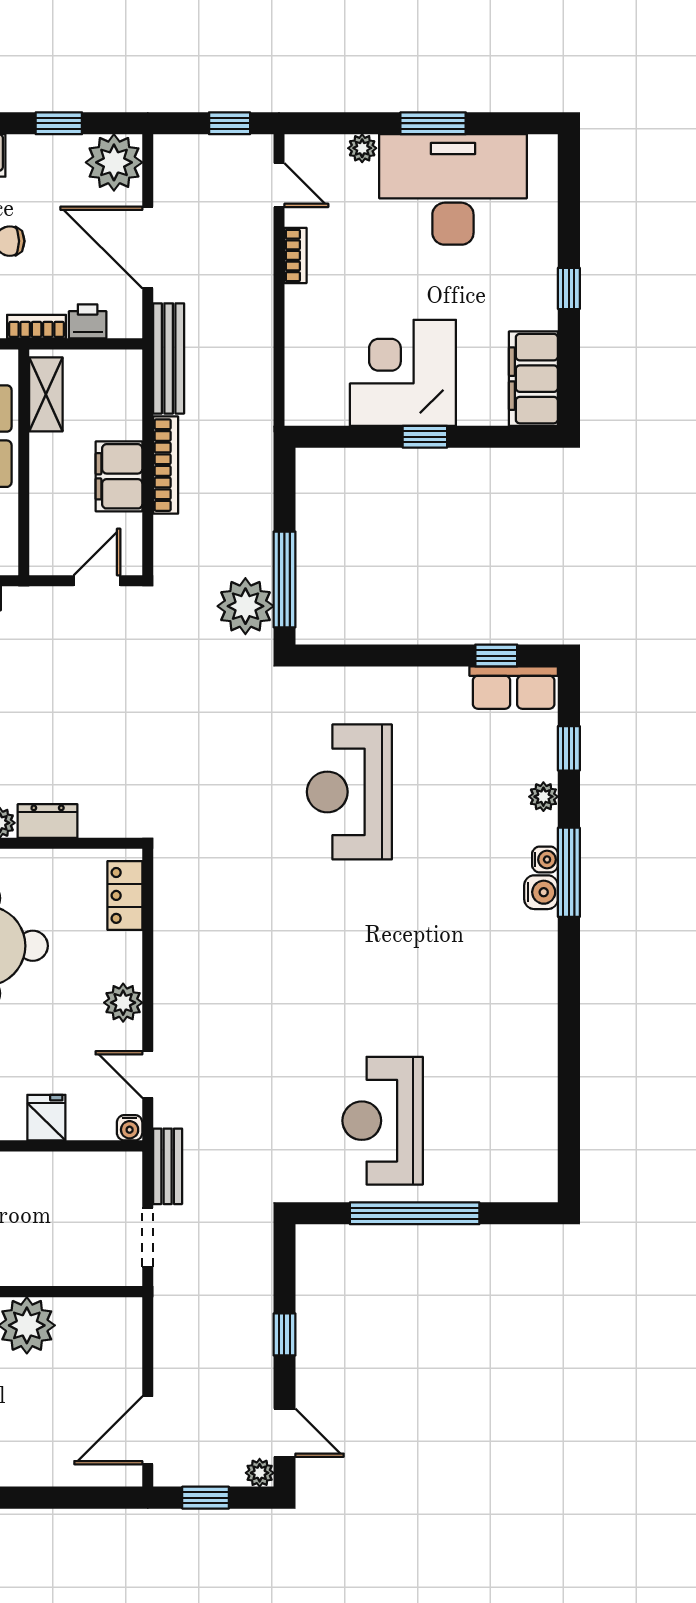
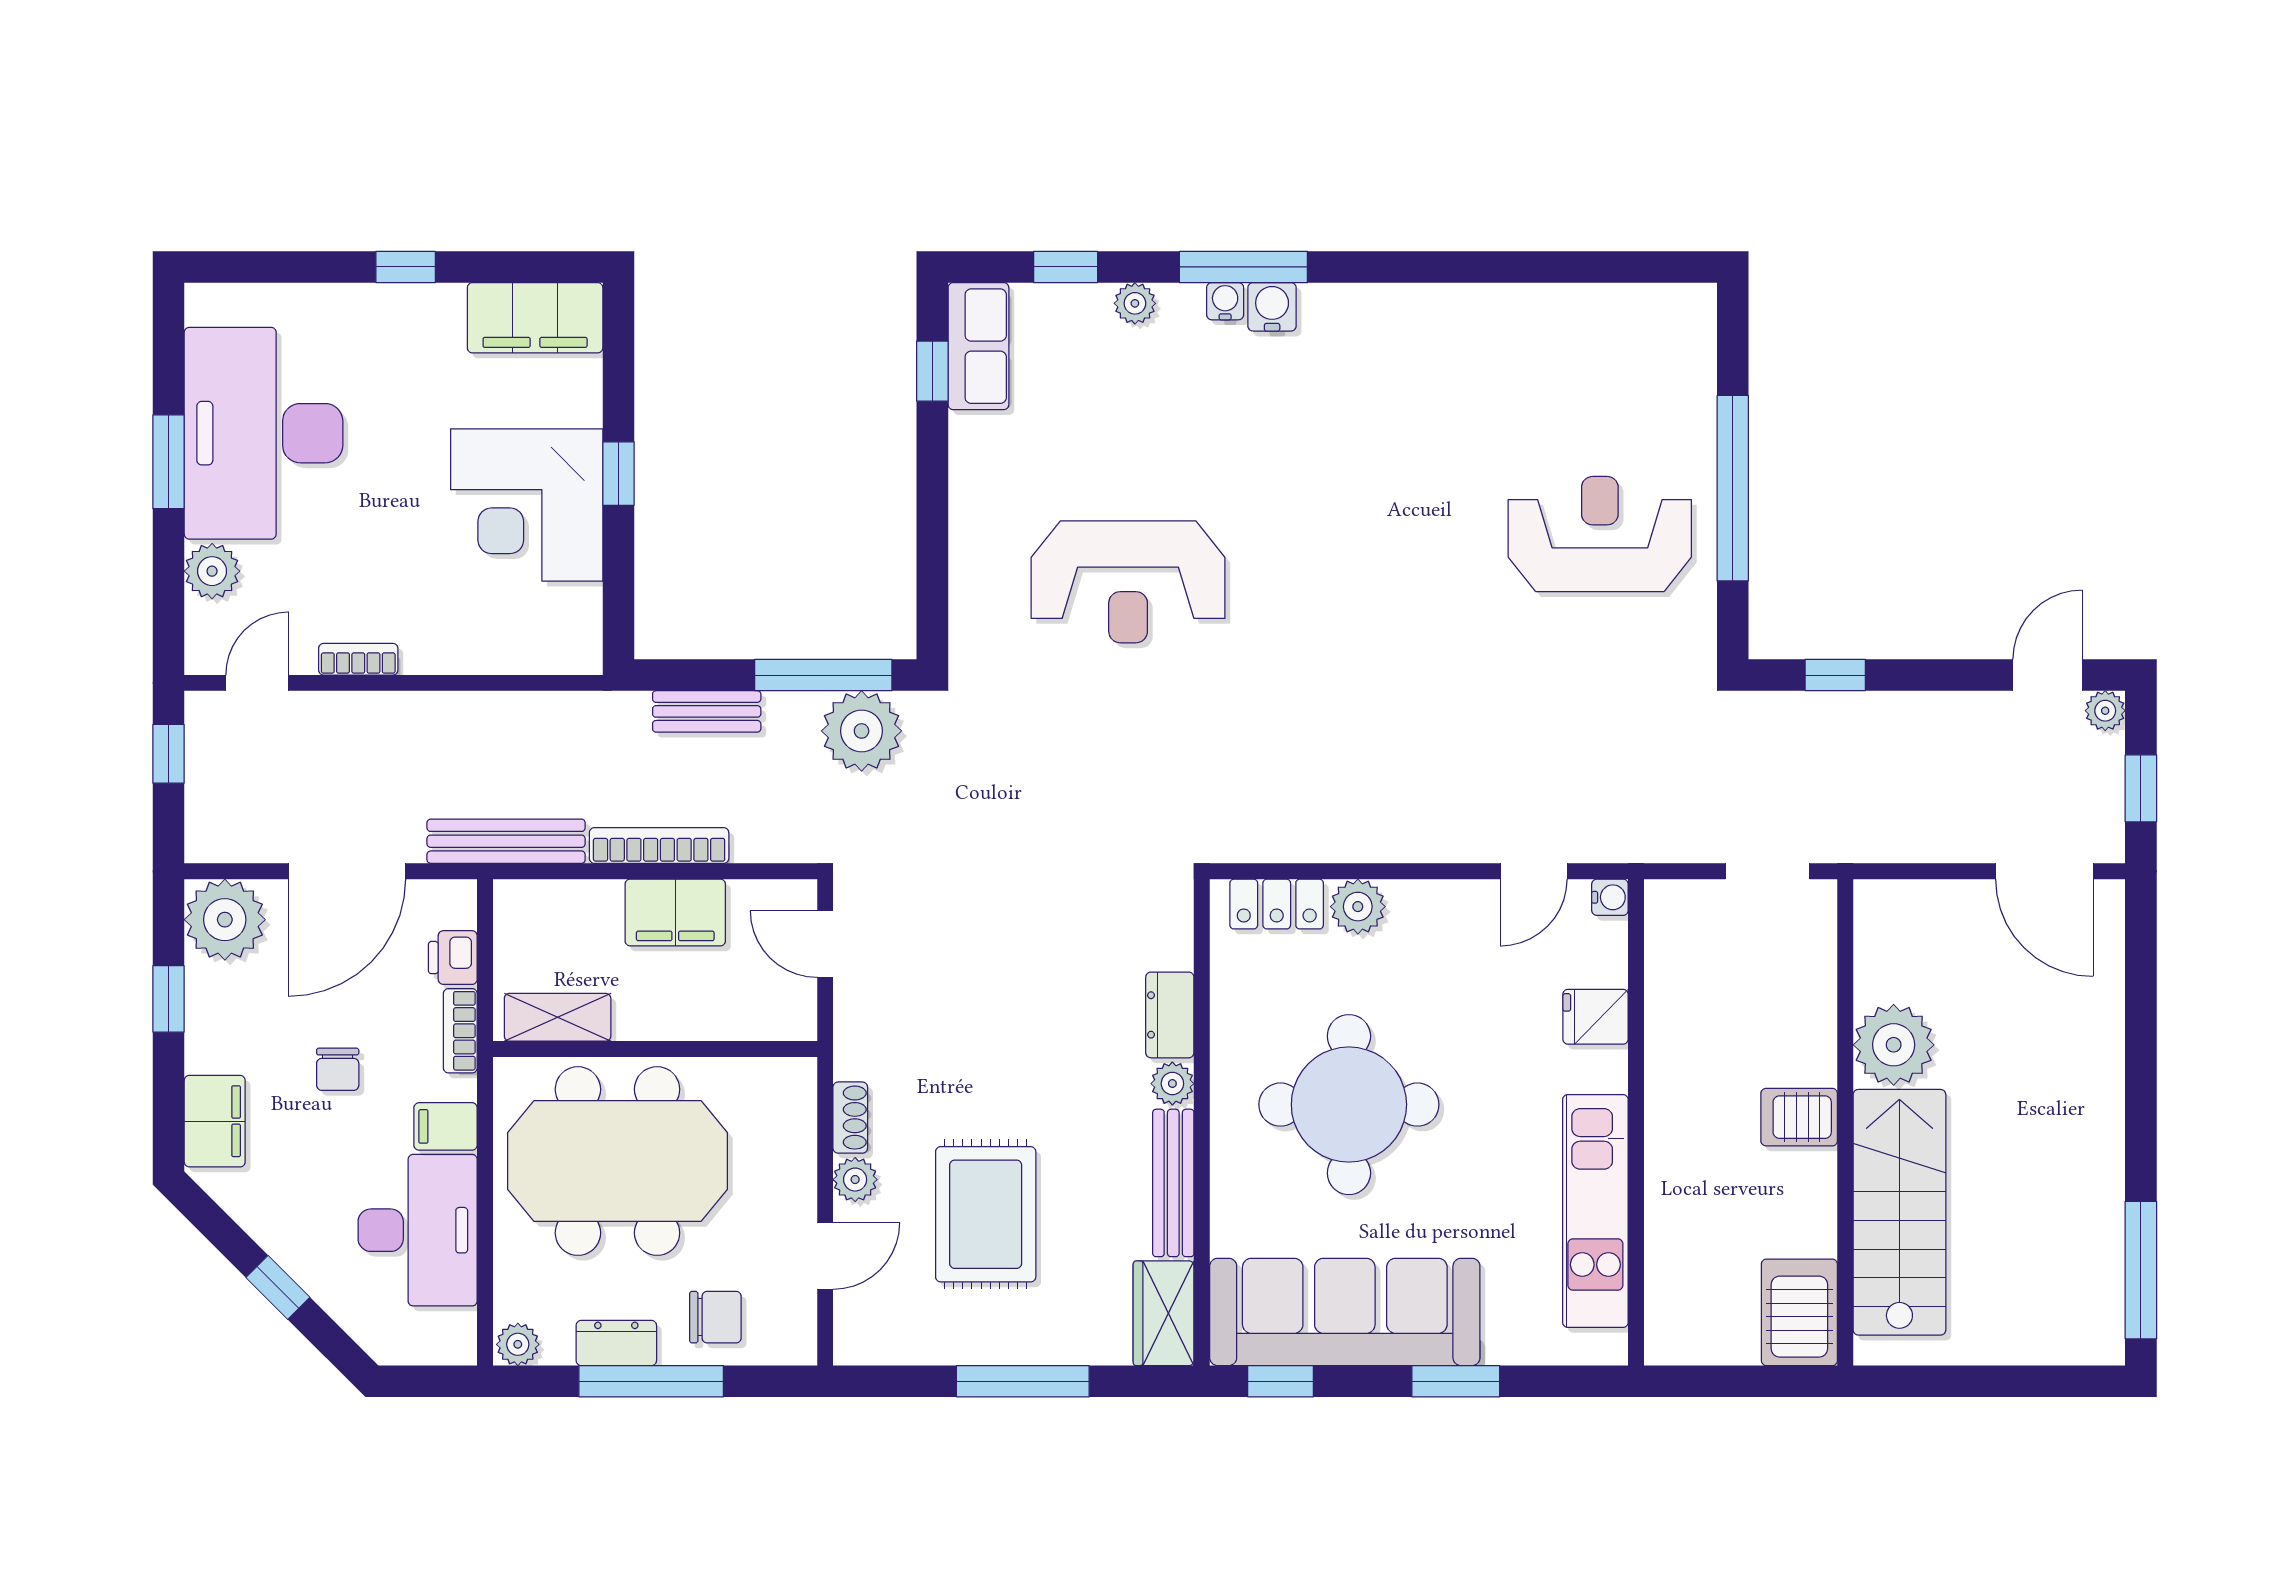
plant: (362, 148) -> (212, 571), width x1.38, depth x1.38
plant: (123, 1003) -> (1358, 907), moved
reception desk: (383, 1121) -> (1600, 534), turned 180
bench: (168, 1166) -> (707, 711), moved
window: (284, 1334) -> (1835, 675), moved

